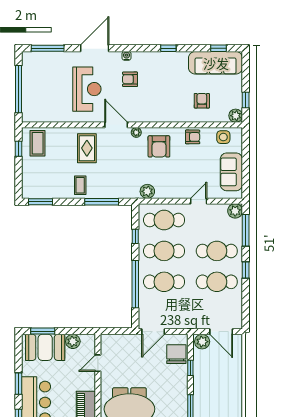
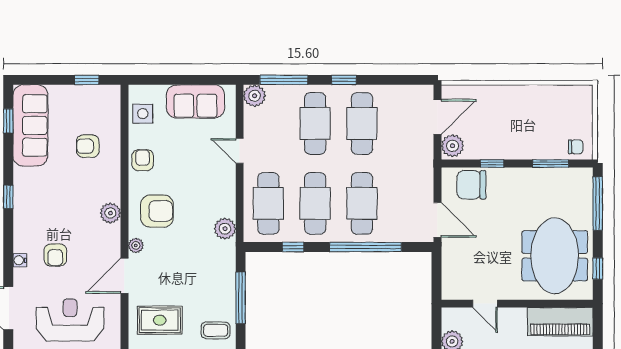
plant: (236, 116) -> (110, 213), moved

